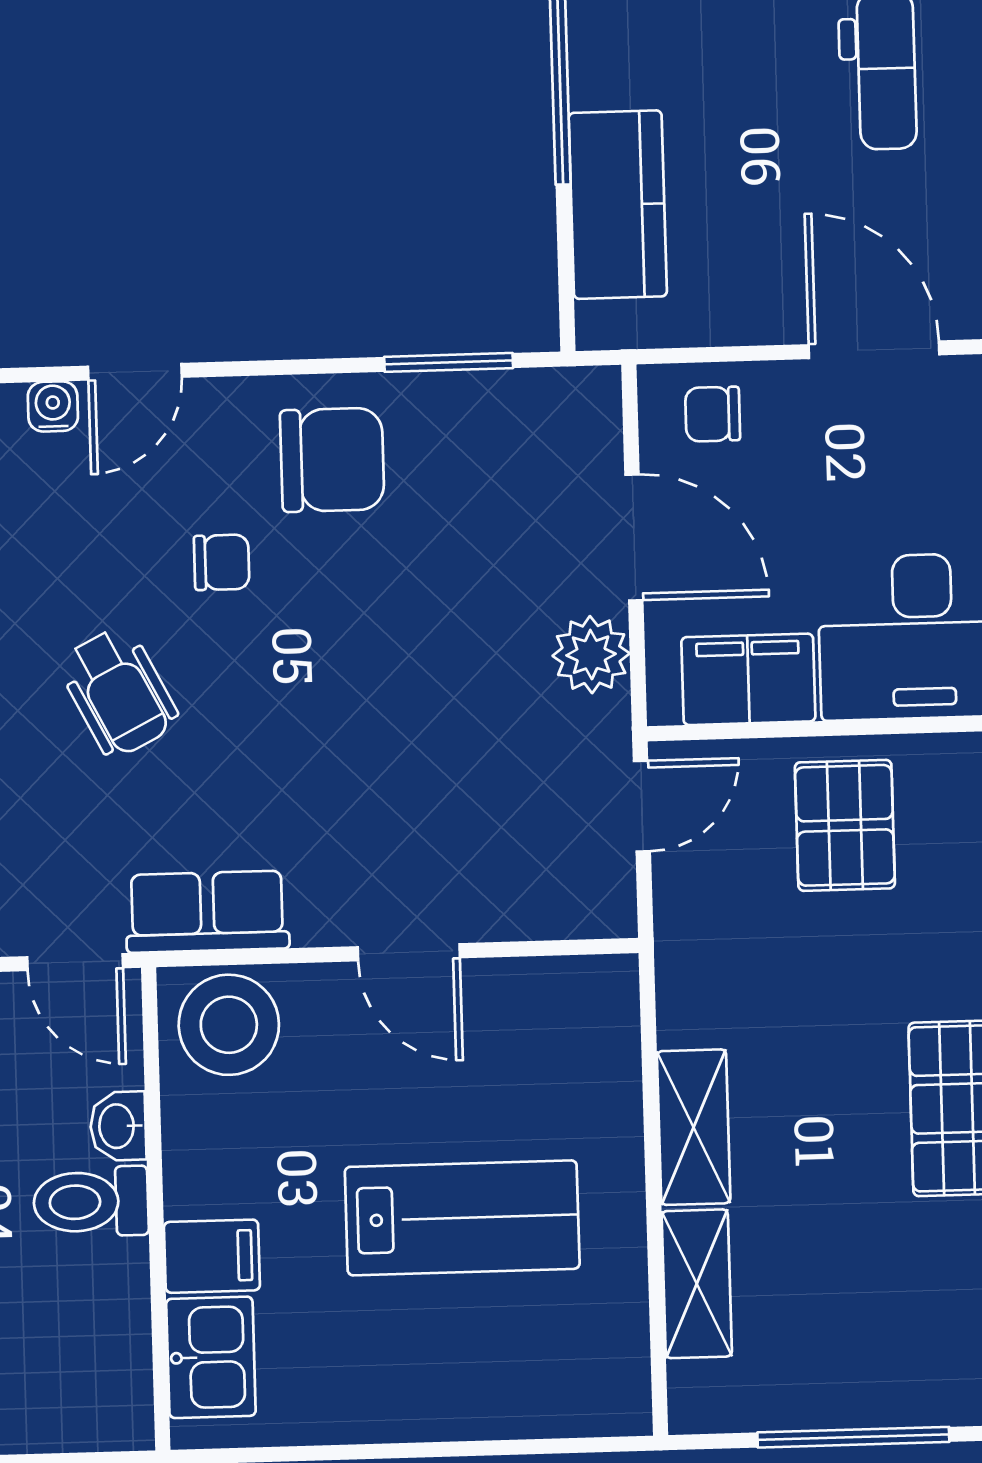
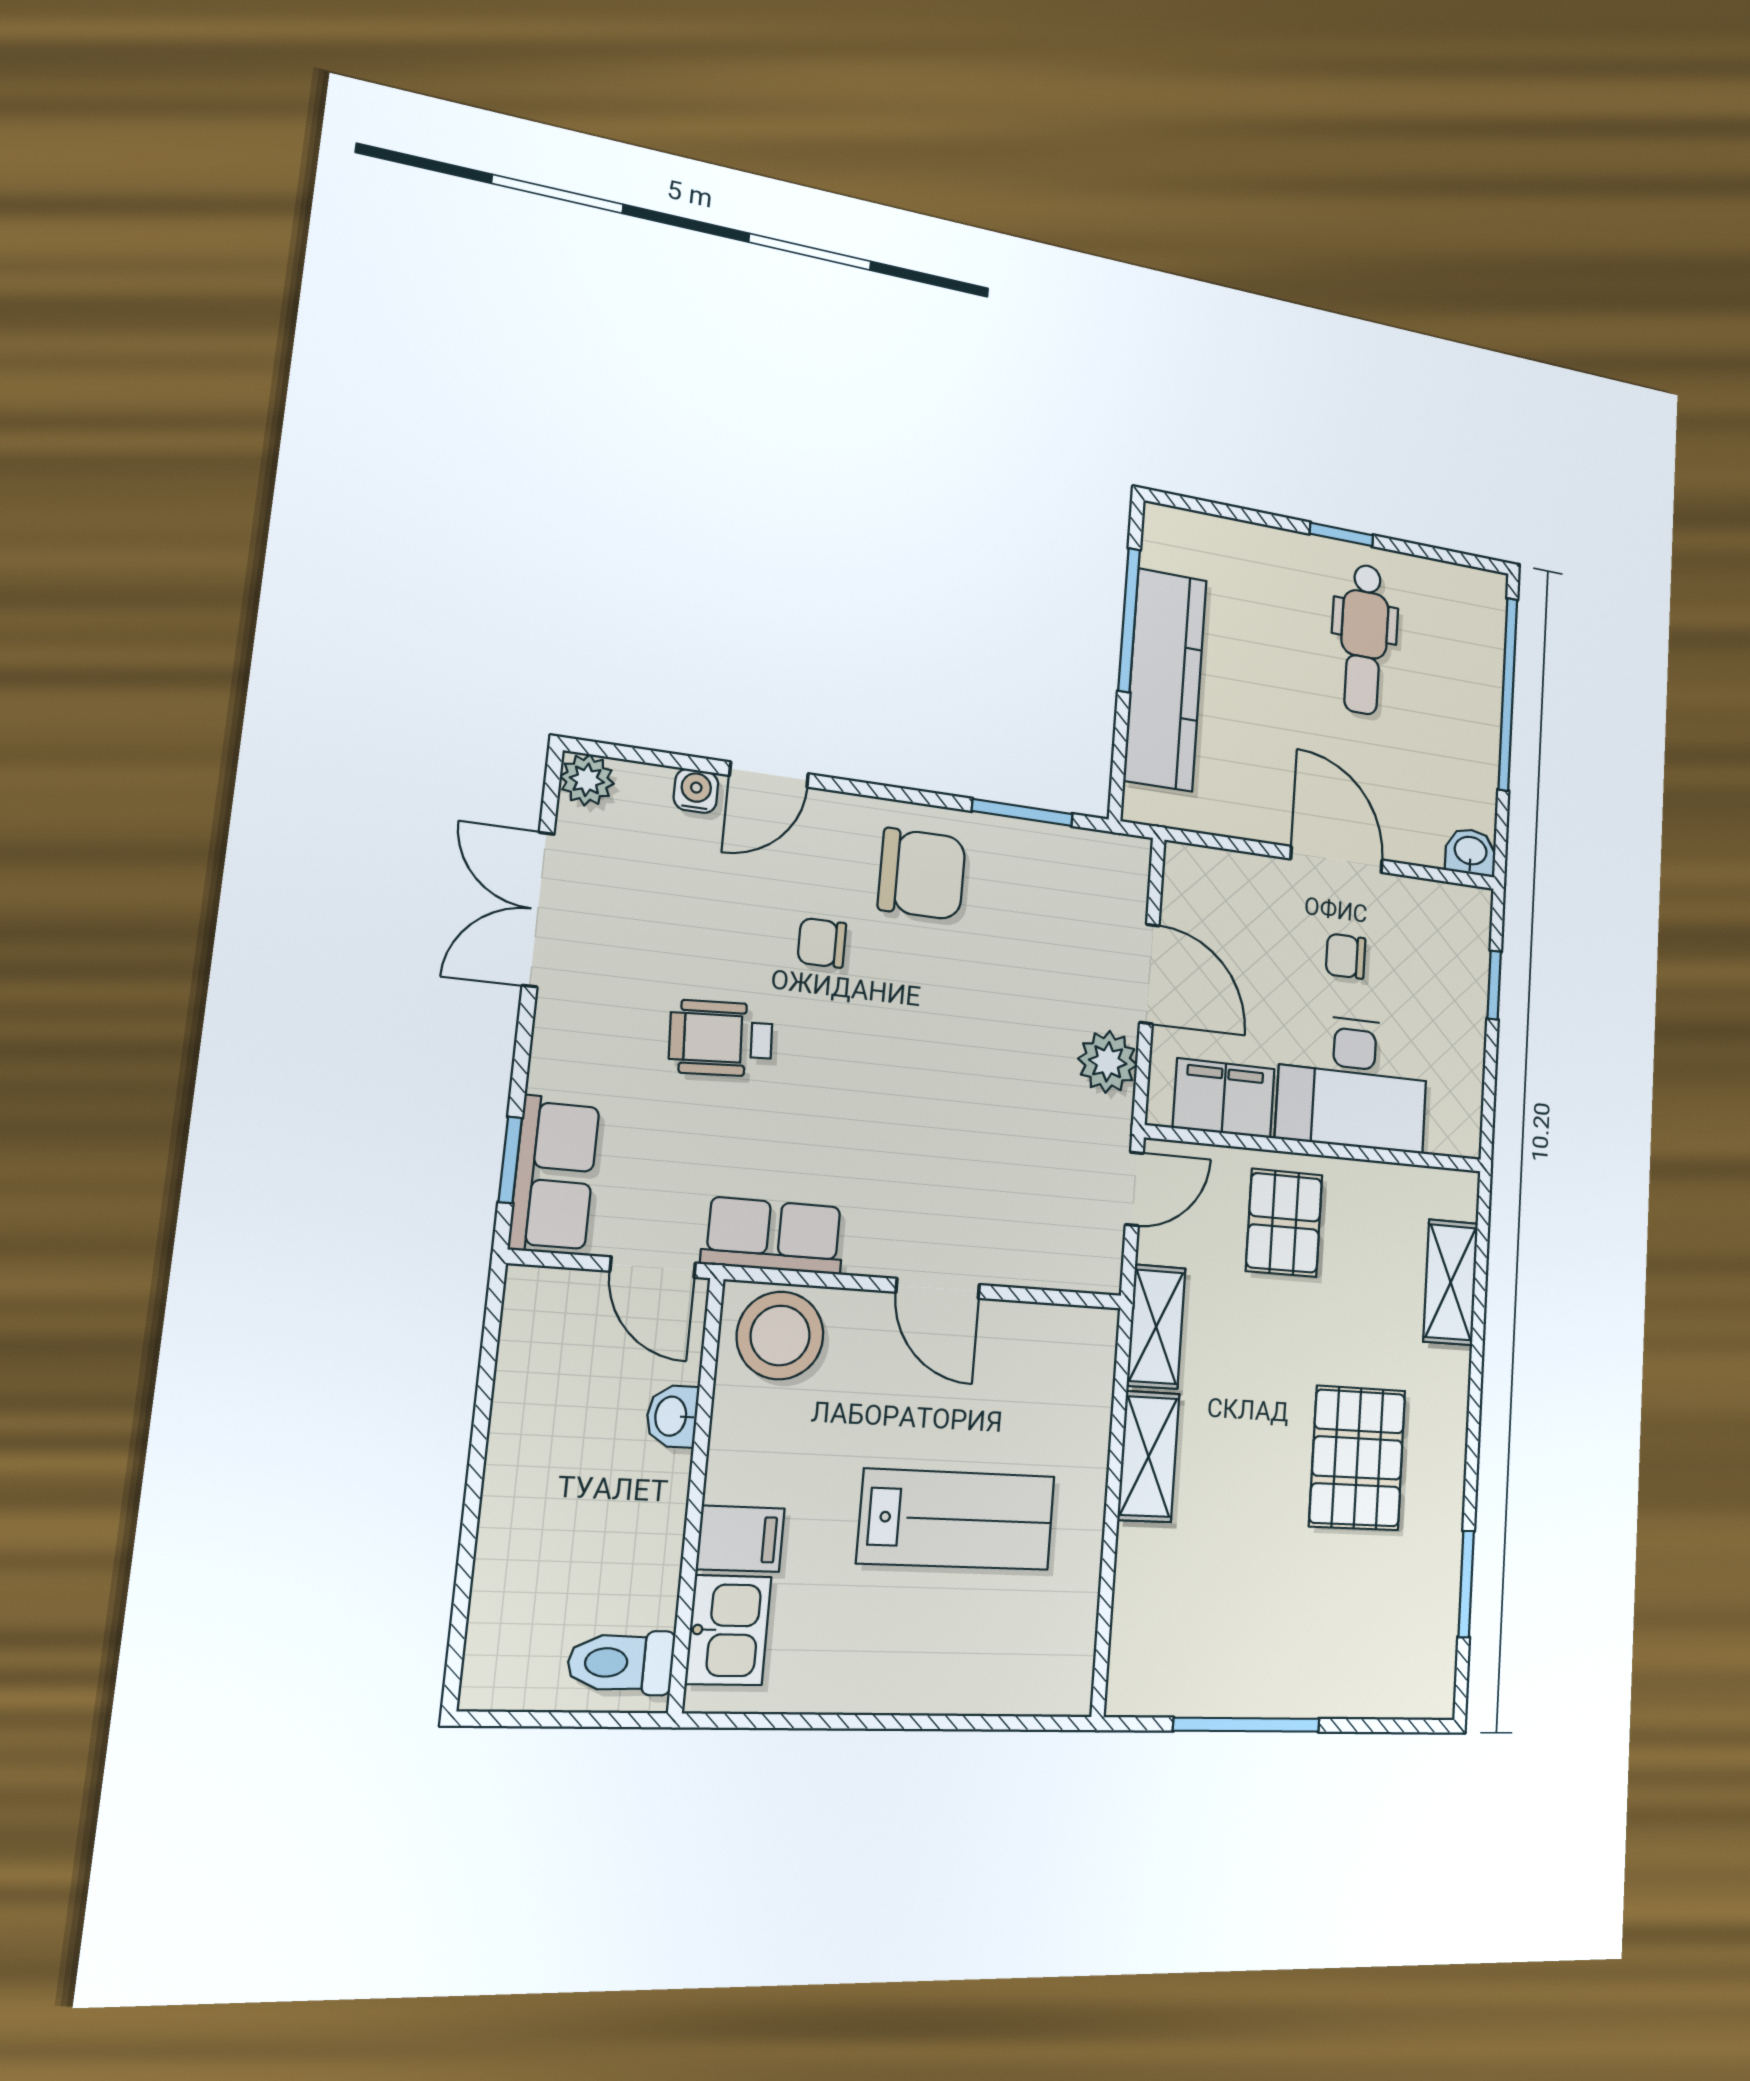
kitchen counter: (618, 205) -> (1165, 680), width x1.50
chair: (713, 414) -> (1346, 956), moved
chair: (222, 562) -> (822, 943), turned 180
wheelchair: (118, 692) -> (721, 1038), turned 114
toilet: (91, 1202) -> (621, 1663), moved
shelving: (697, 1284) -> (1156, 1327), moved

